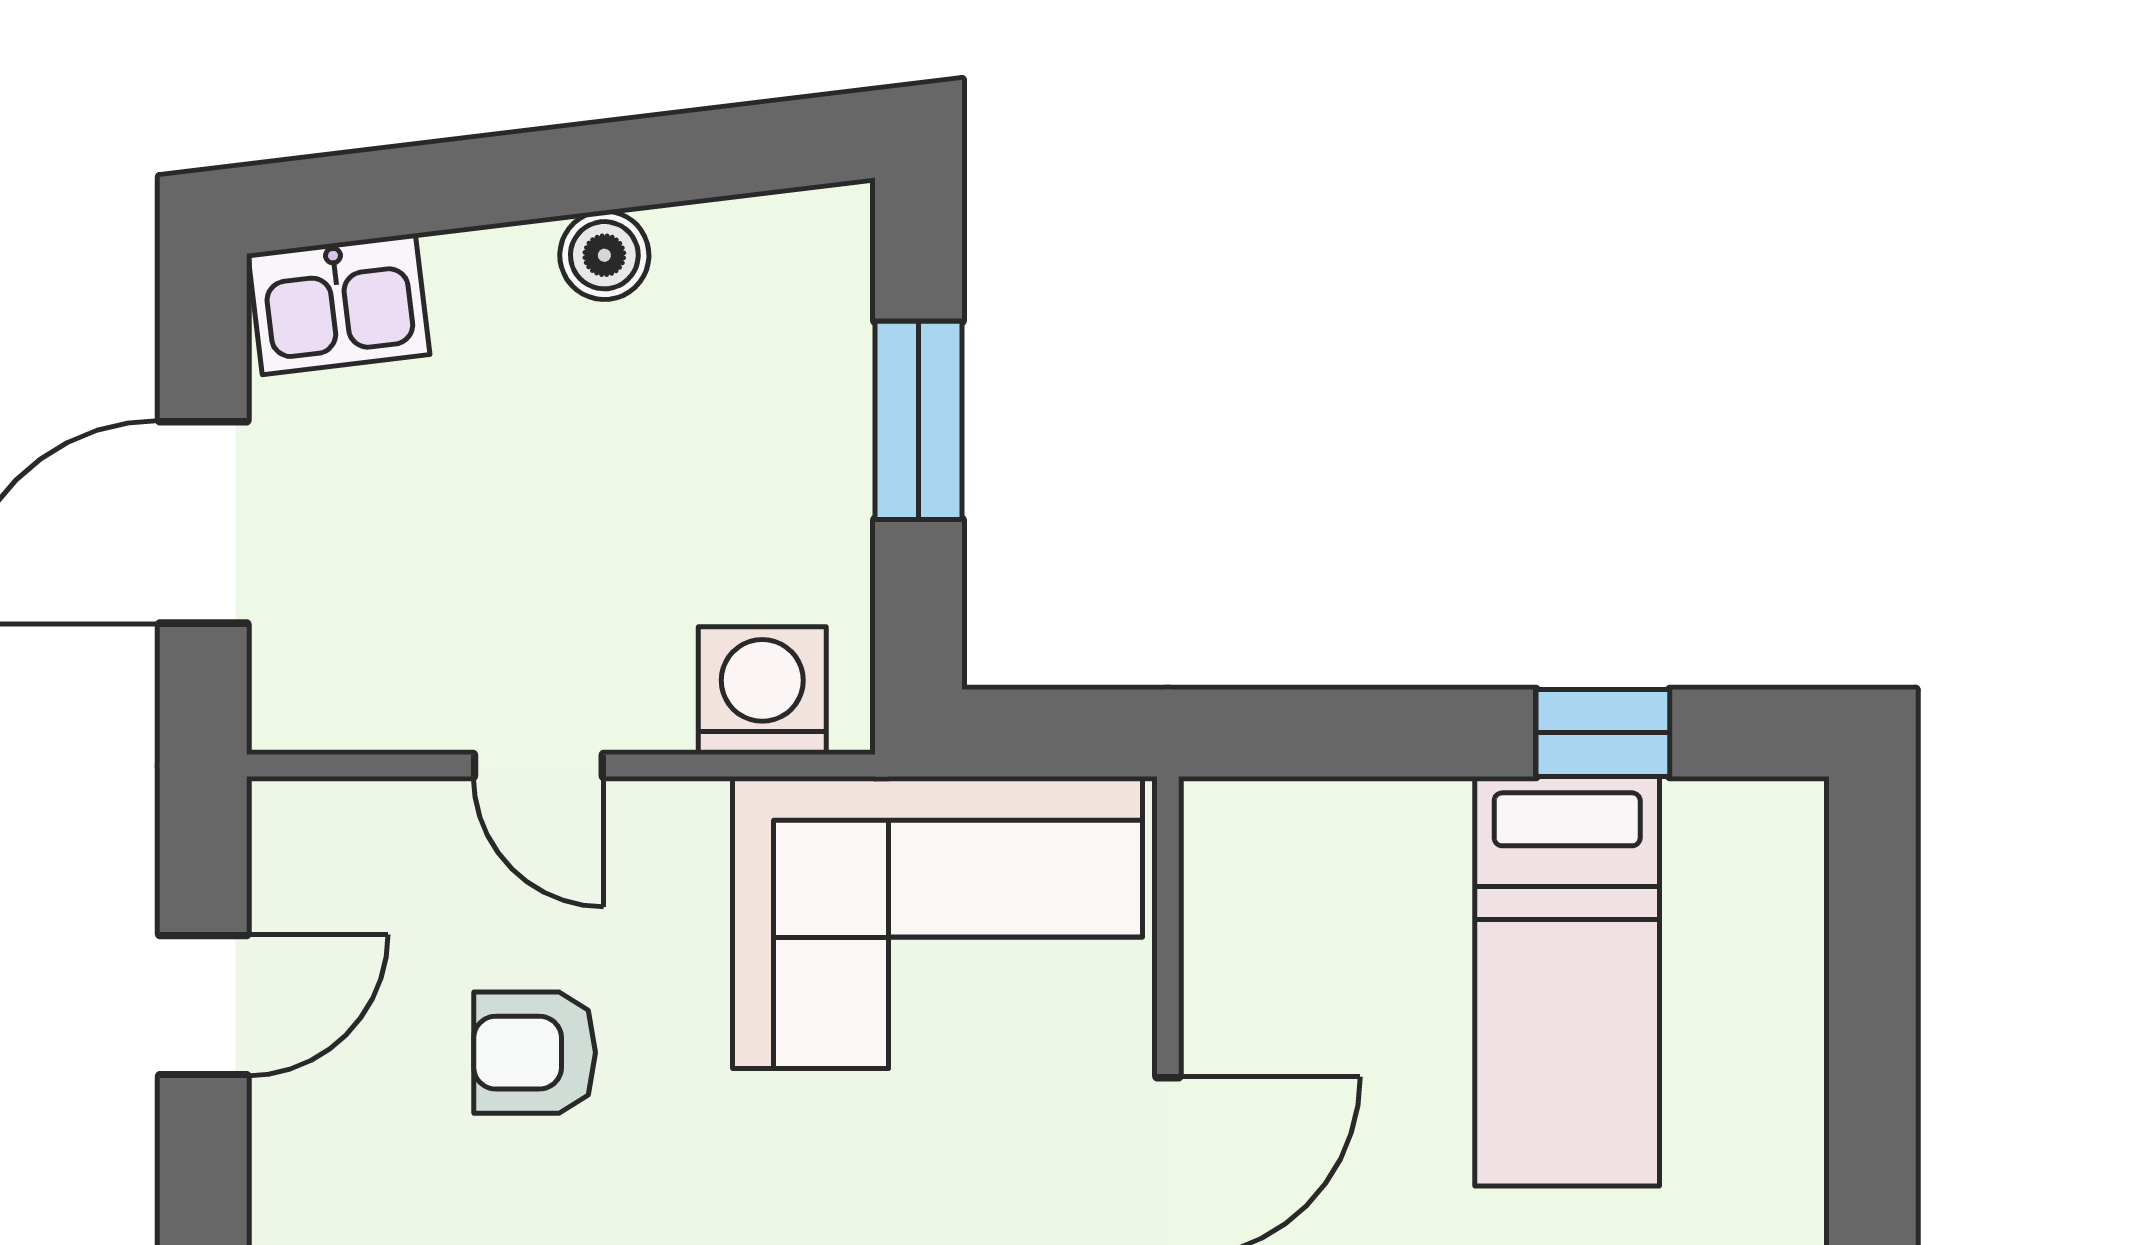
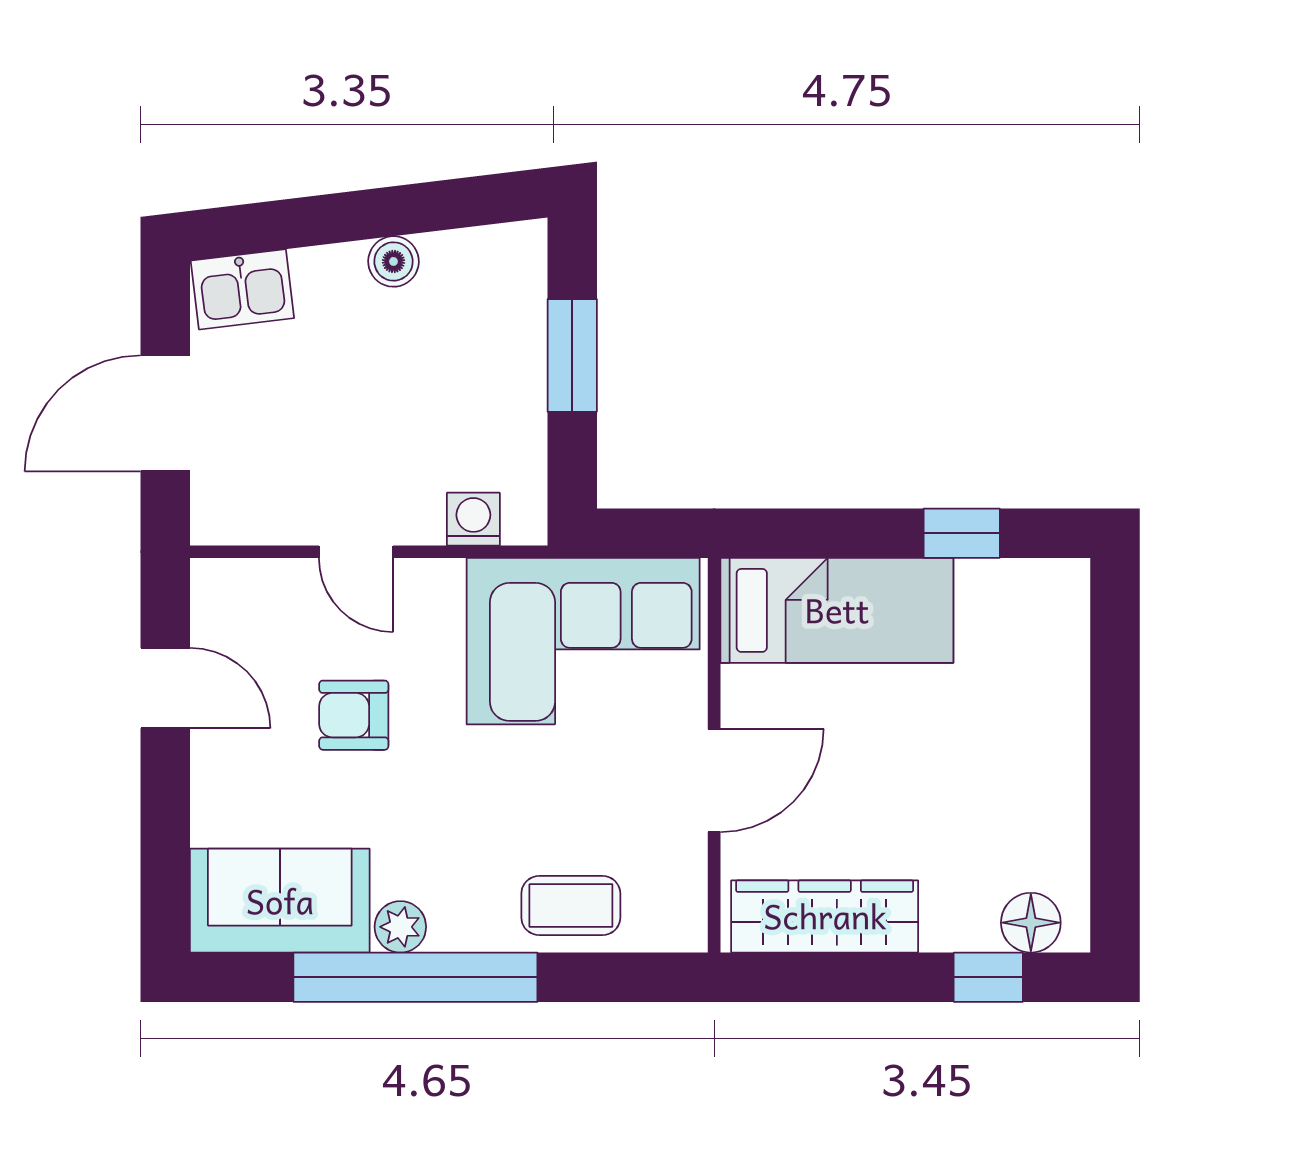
washing machine: (762, 691) -> (473, 519), width x0.73, depth x0.73
bed: (1567, 981) -> (837, 610), moved, turned -90
door: (203, 1005) -> (165, 688), hinge flipped

